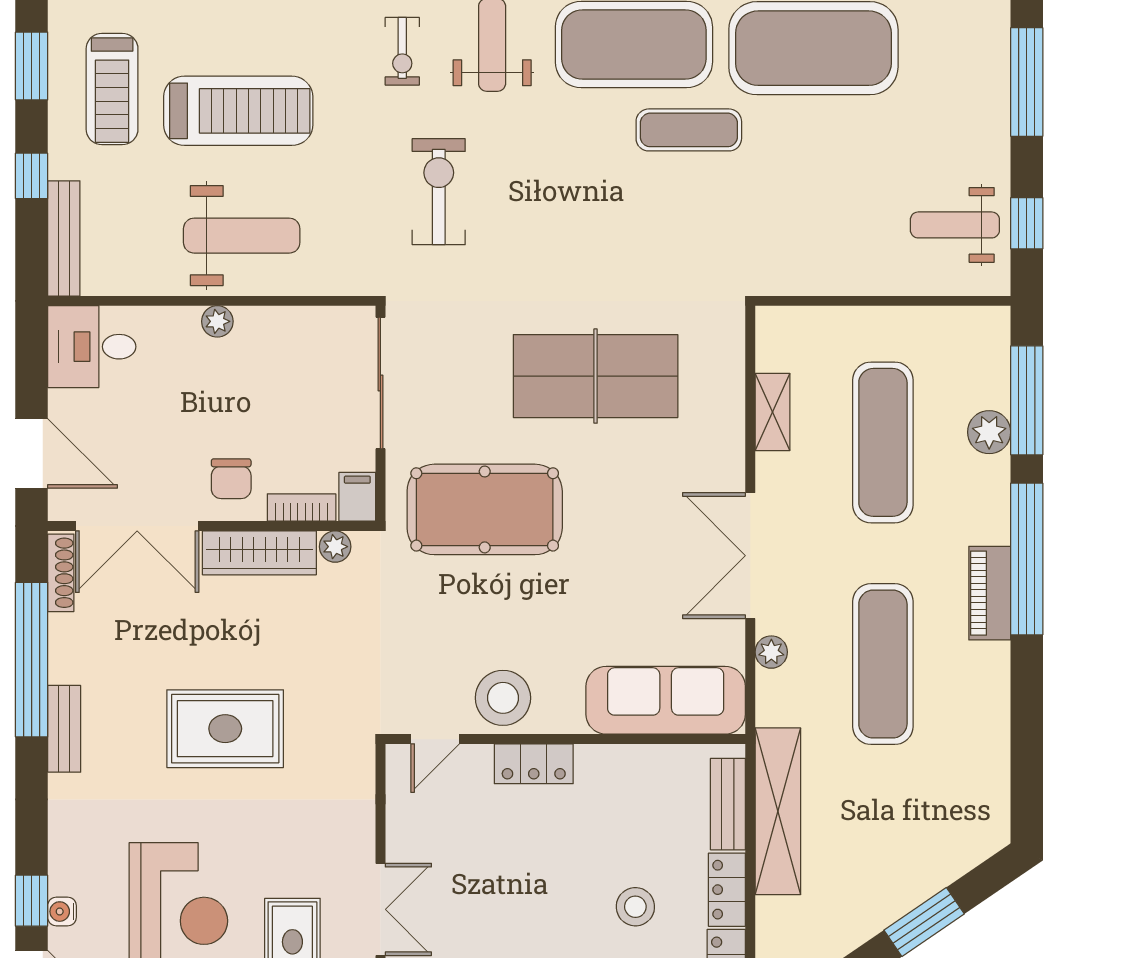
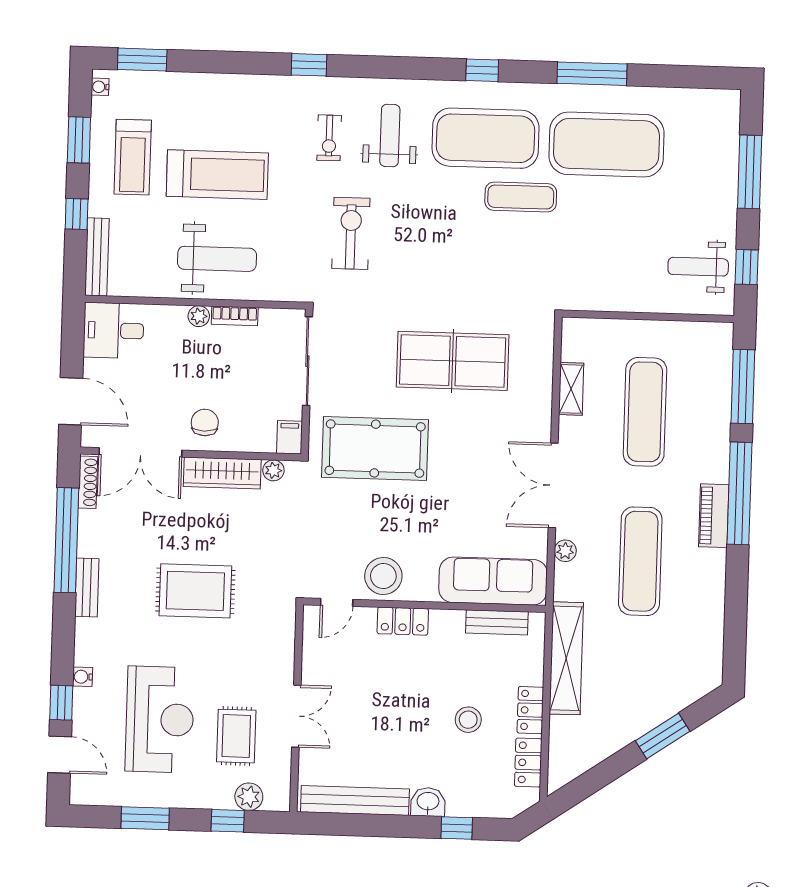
plant: (989, 432) -> (717, 407), removed
chair: (231, 479) -> (205, 422), turned 180
bookcase: (302, 507) -> (235, 316), moved, turned 180
bench: (728, 804) -> (497, 622), moved, turned 90
water cooler: (62, 912) -> (83, 677), moved

